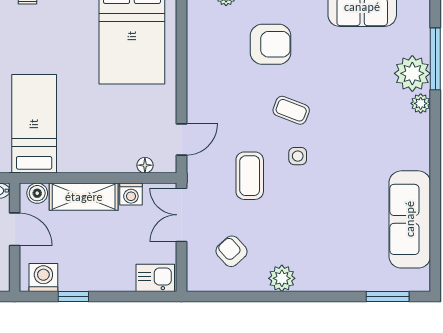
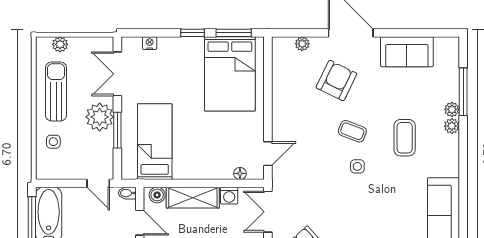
armchair: (271, 44) -> (336, 81), turned -64
plant: (412, 73) -> (452, 109), width x0.53, depth x0.53
coffee table: (250, 176) -> (405, 138), moved

